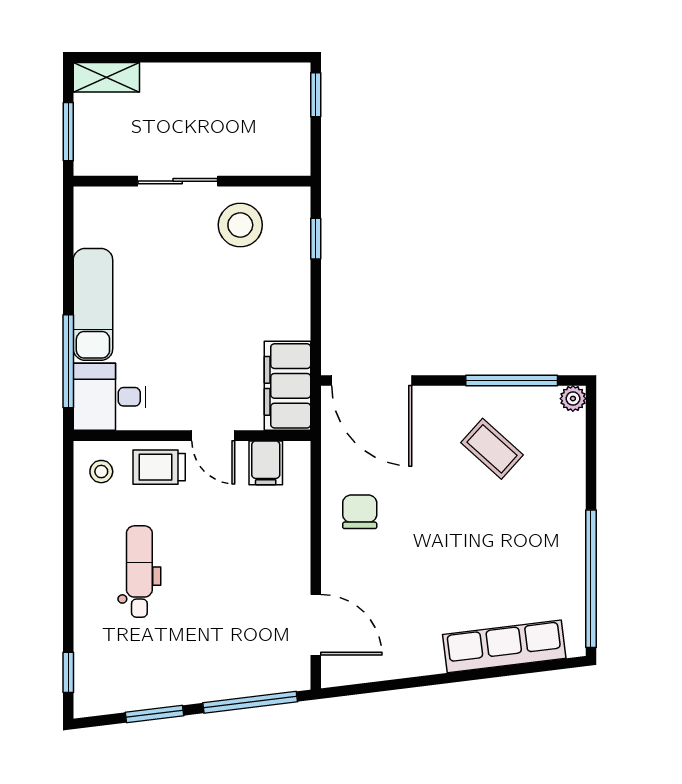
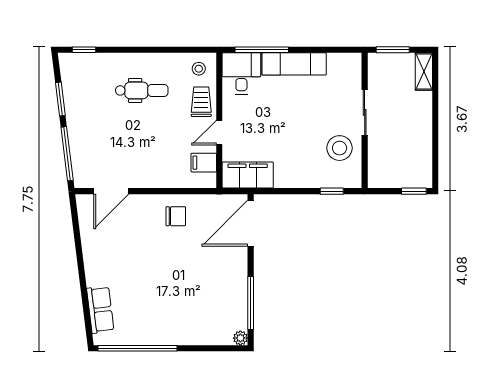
coffee table: (492, 449) -> (212, 292), removed
row of seats: (504, 646) -> (100, 310), width x0.68

